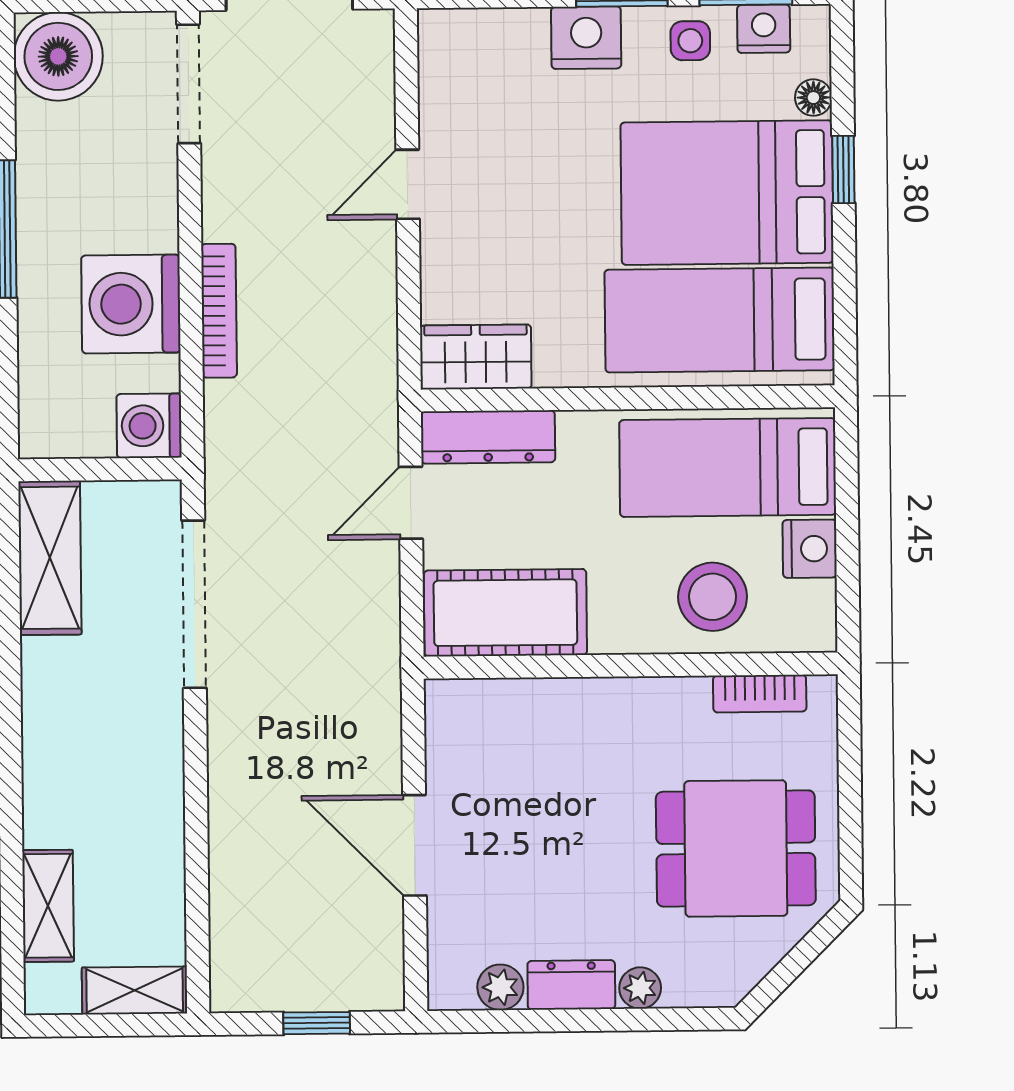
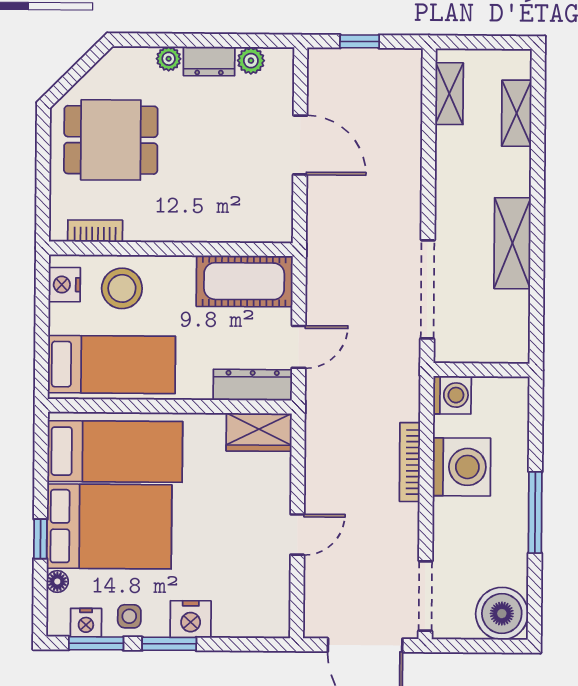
nightstand: (810, 549) -> (64, 285), moved
shelving: (50, 558) -> (512, 243), moved
shelving: (135, 990) -> (449, 94), moved, turned 90

